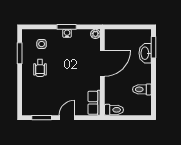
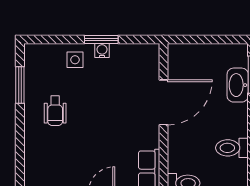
plant: (95, 34) -> (151, 52), removed
side table: (42, 44) -> (75, 60), moved

